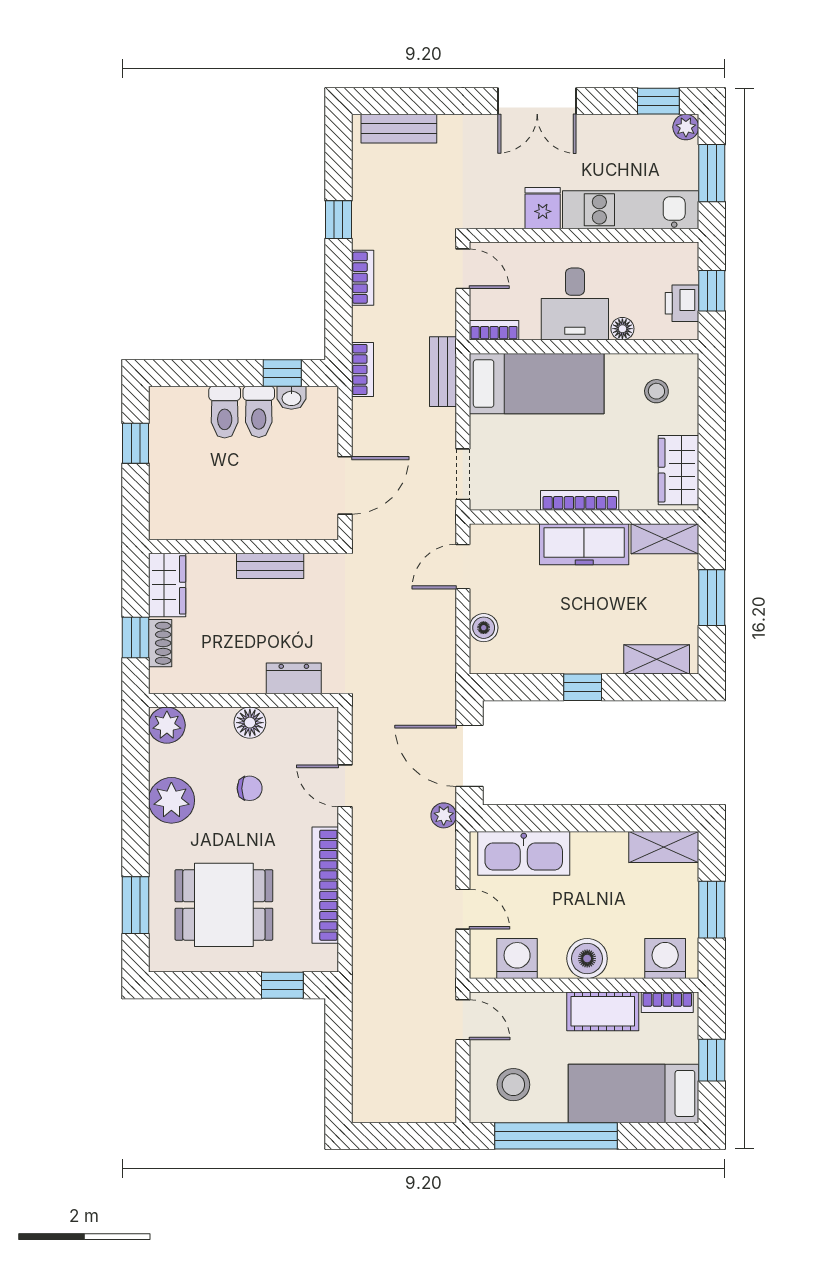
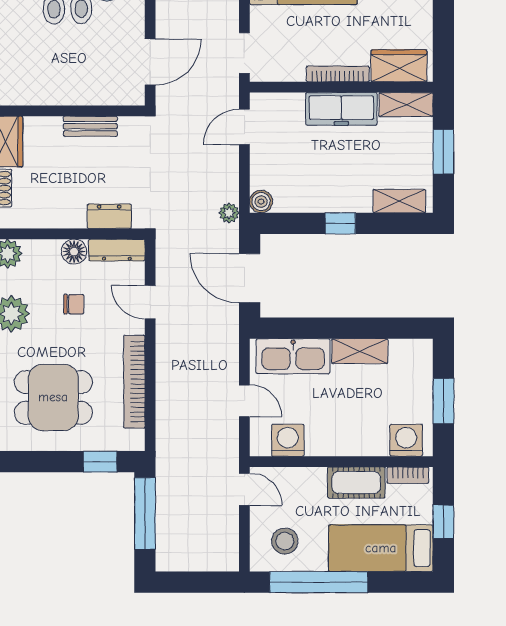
wardrobe: (678, 470) -> (399, 66), moved, turned 90
boiler: (484, 628) -> (261, 202), moved
dresser: (303, 721) -> (117, 250), added
plant: (444, 815) -> (229, 213), moved
shelving: (664, 847) -> (360, 351), moved
boiler: (587, 959) -> (344, 440), removed
window: (338, 1050) -> (145, 513), added

